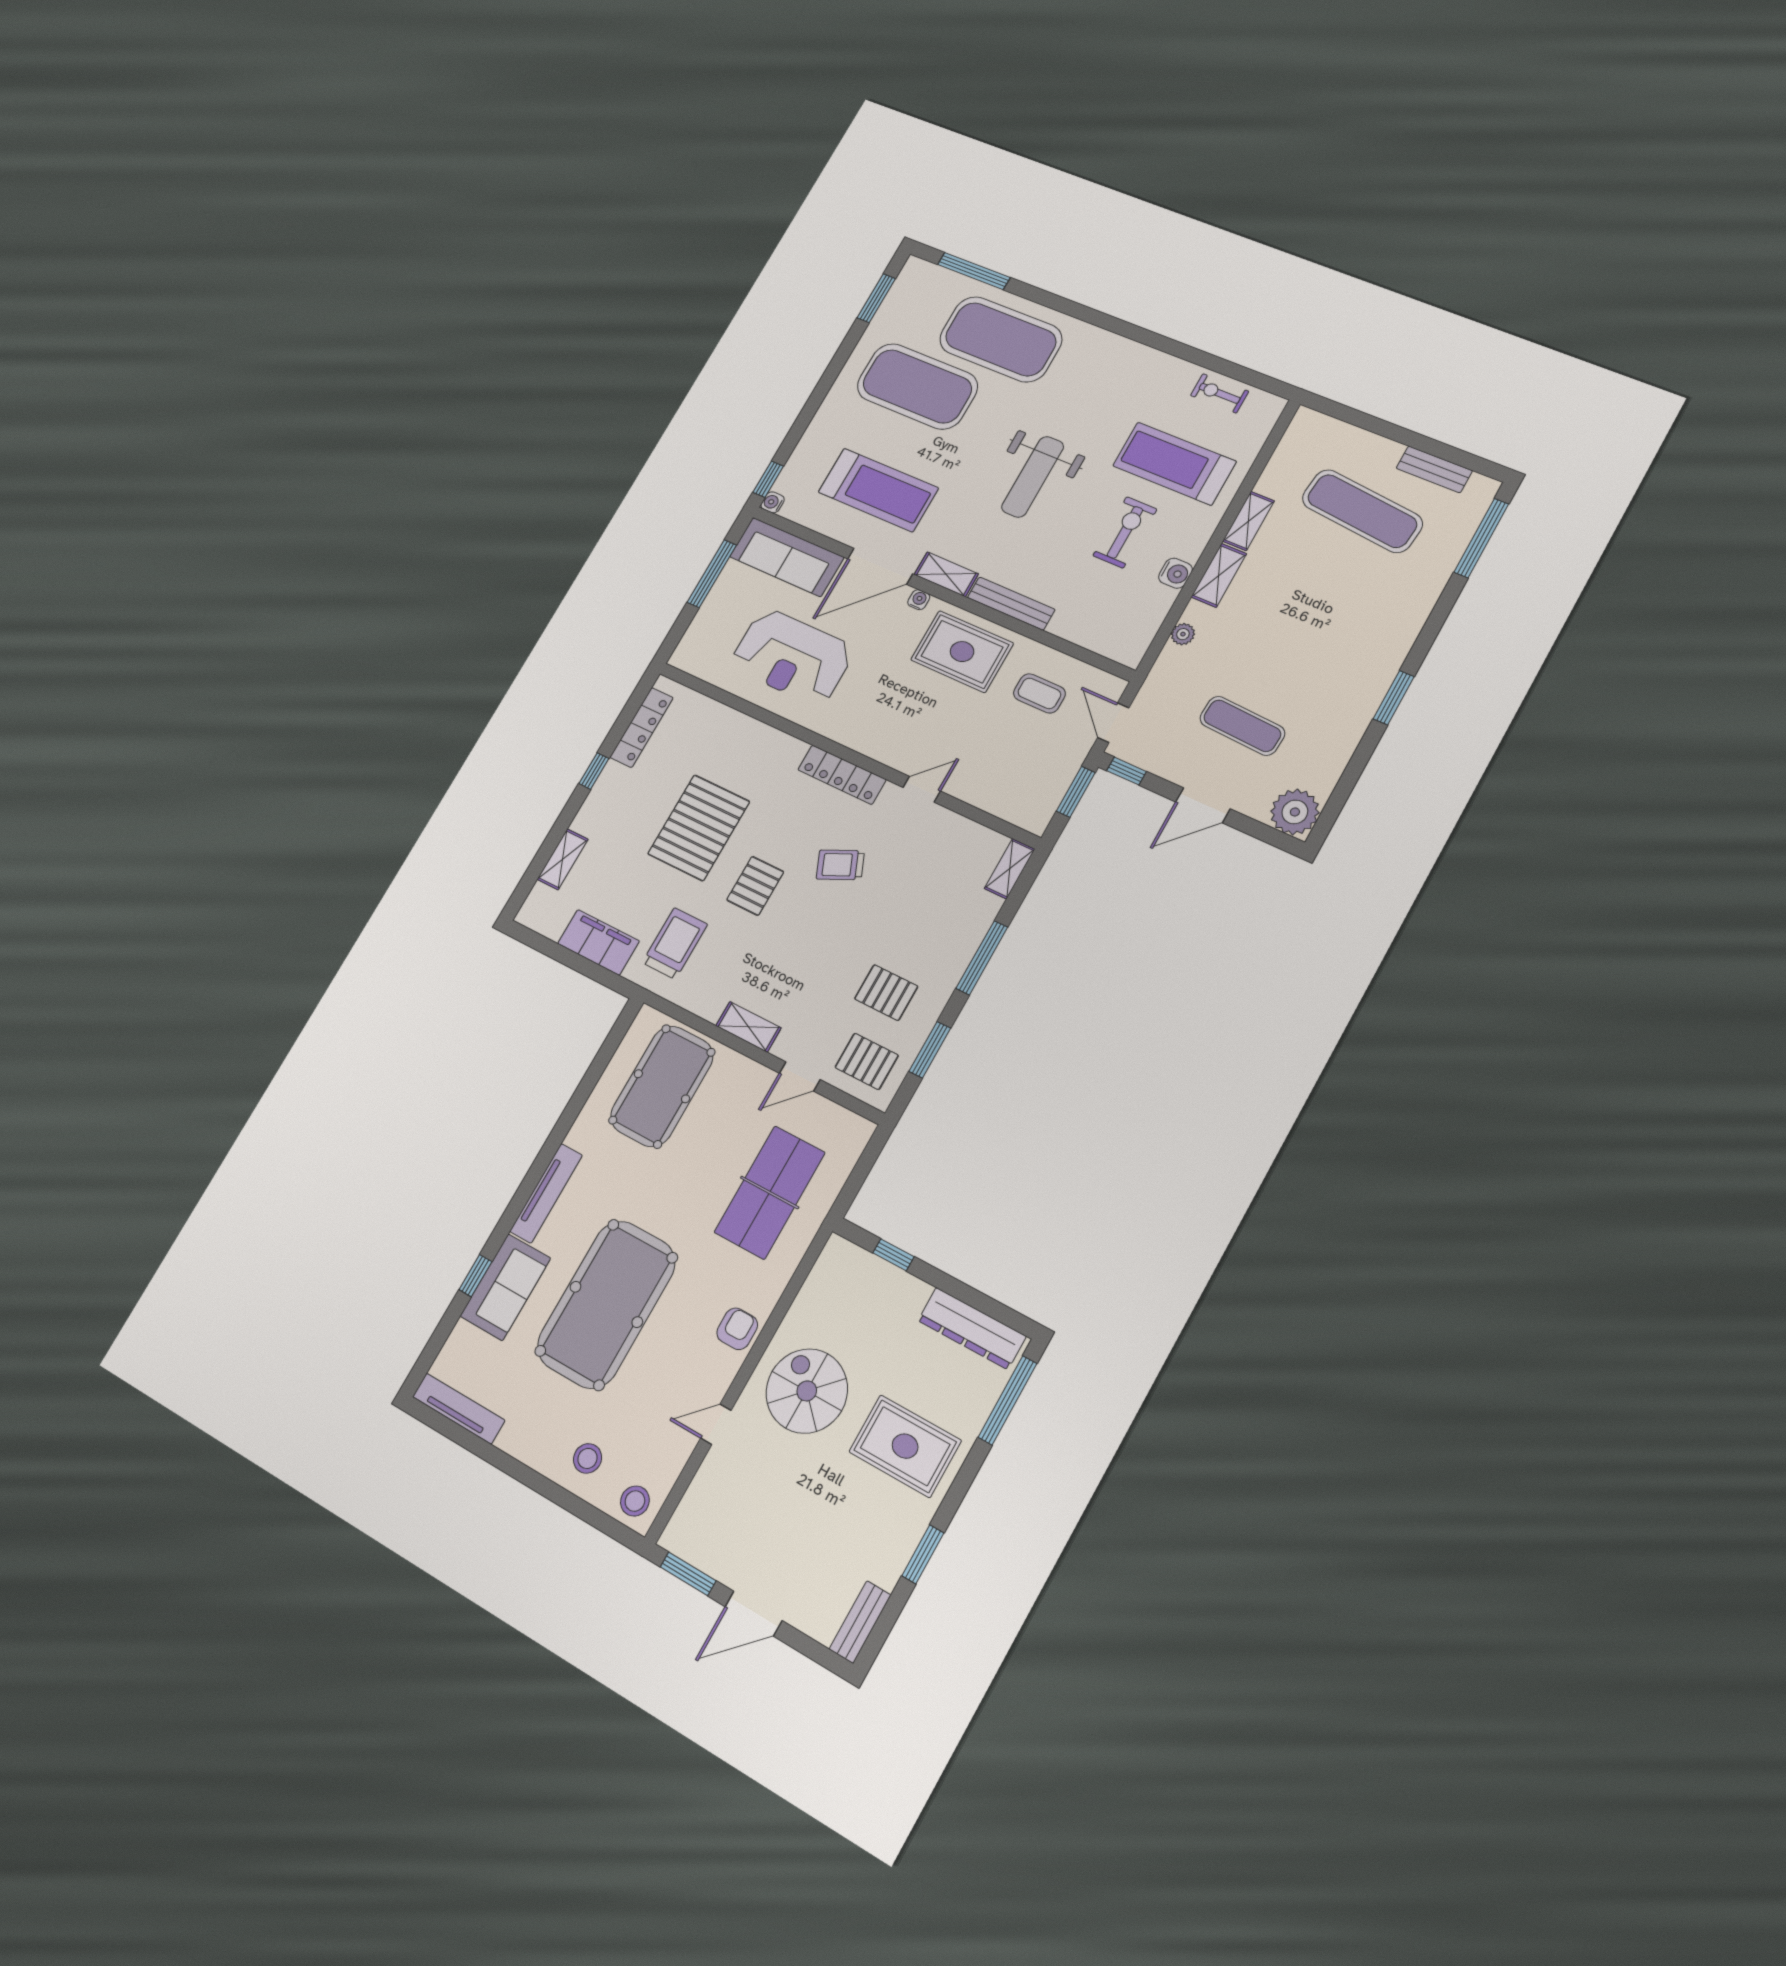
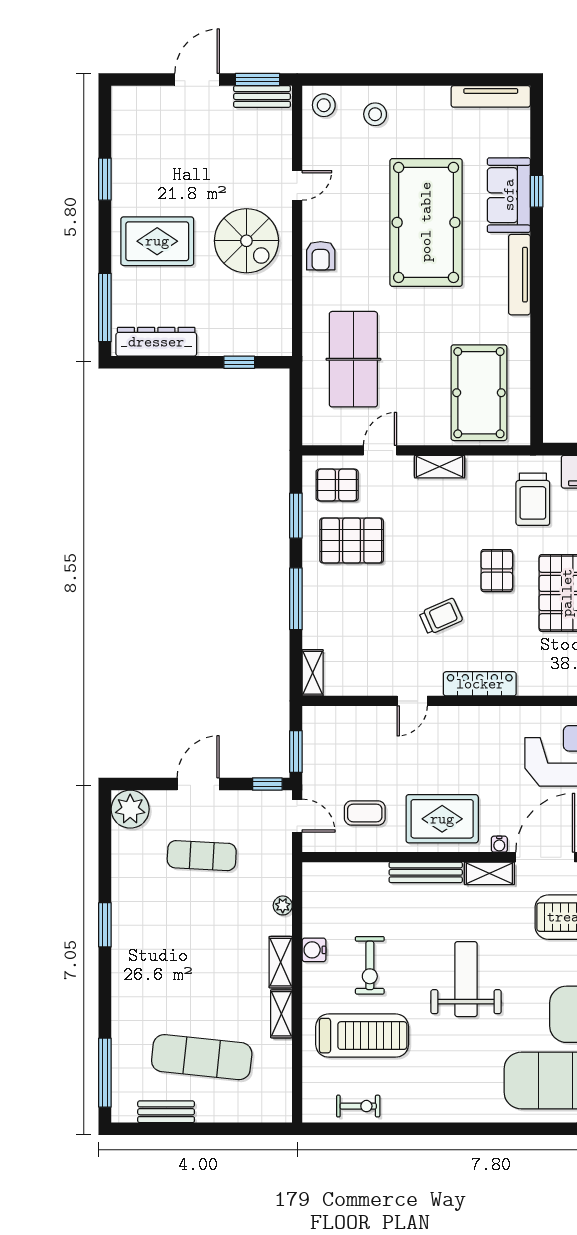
pallet: (886, 993) -> (352, 540), width x1.50, depth x1.42
bench: (860, 1622) -> (262, 96), moved, turned 90

